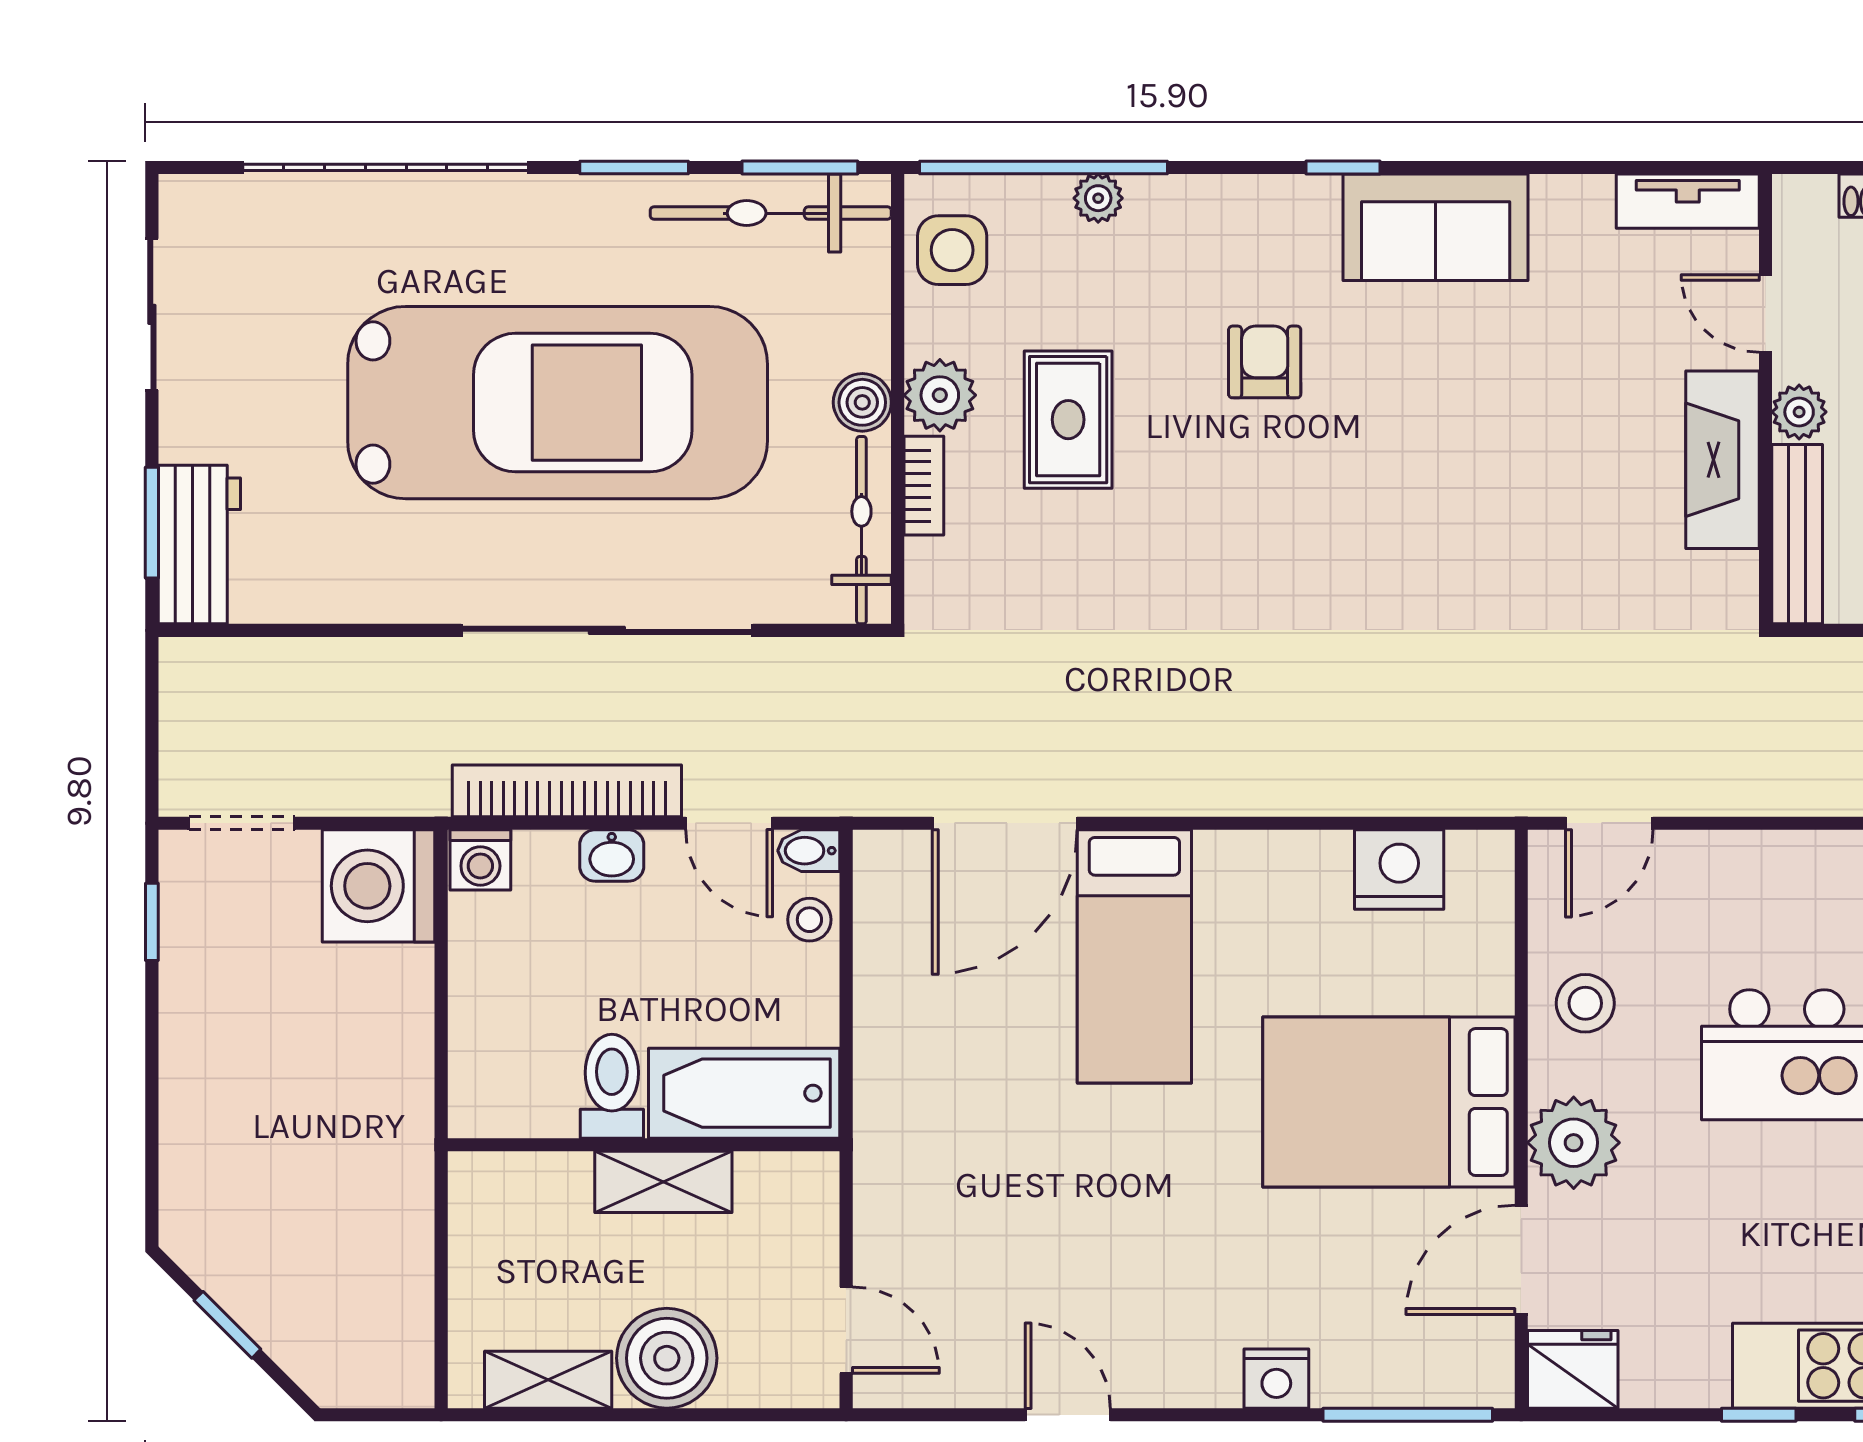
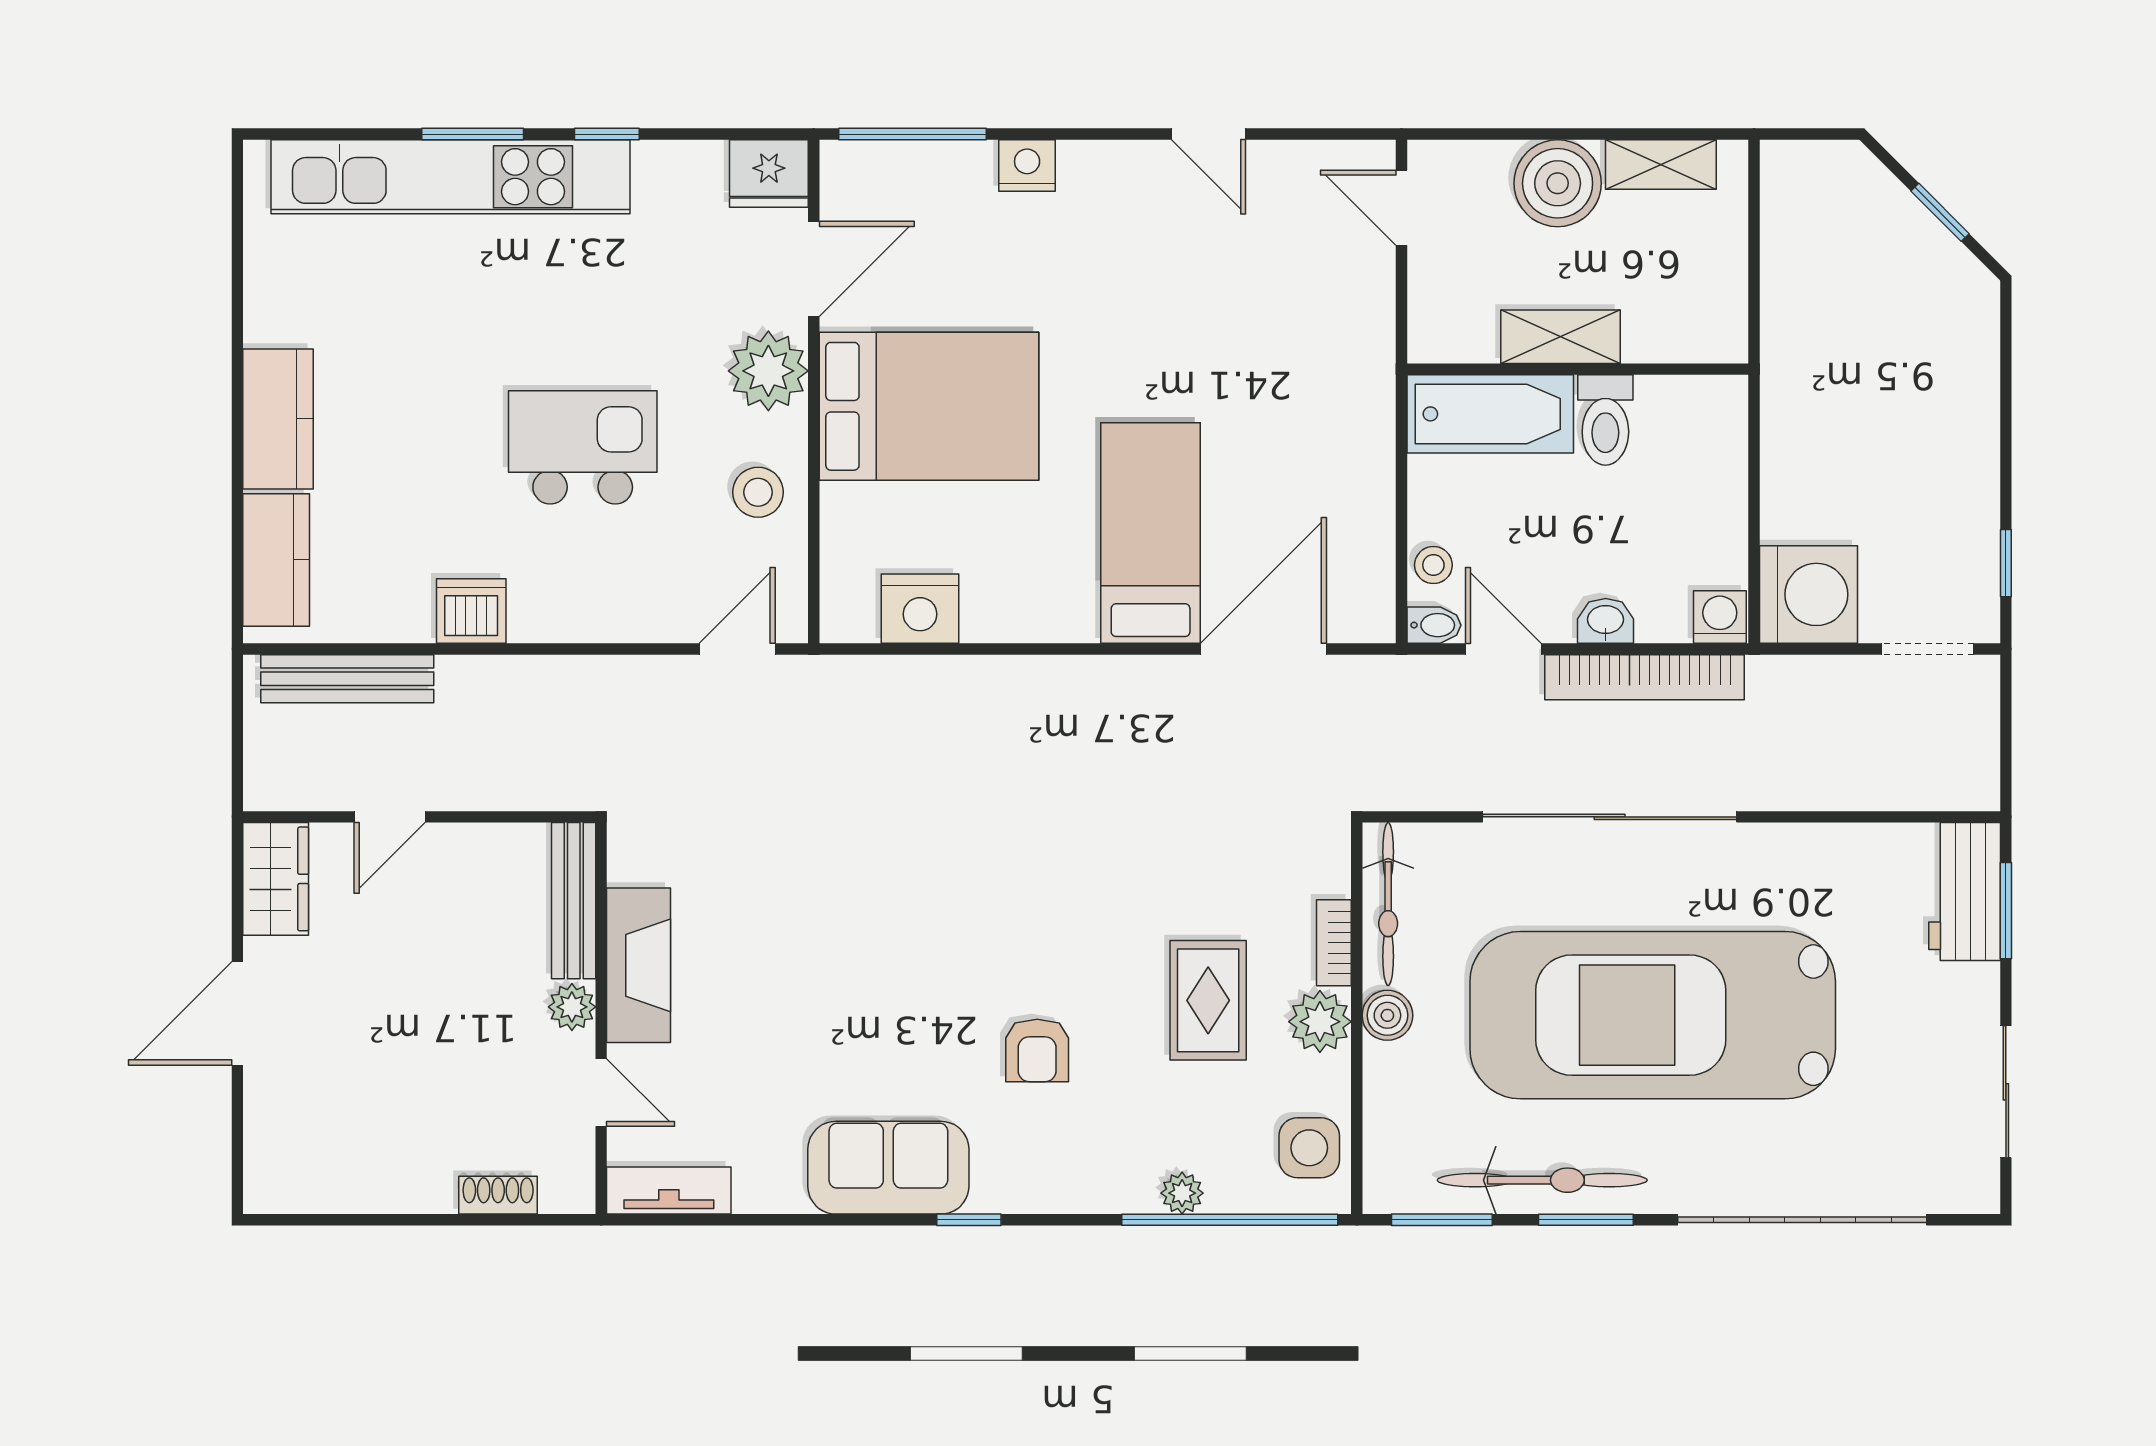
bicycle: (771, 213) -> (1542, 1180), moved

